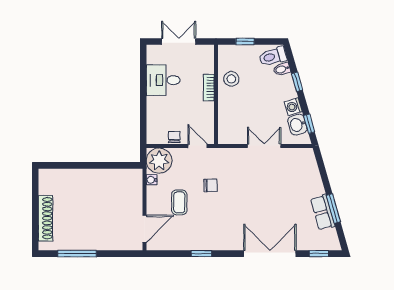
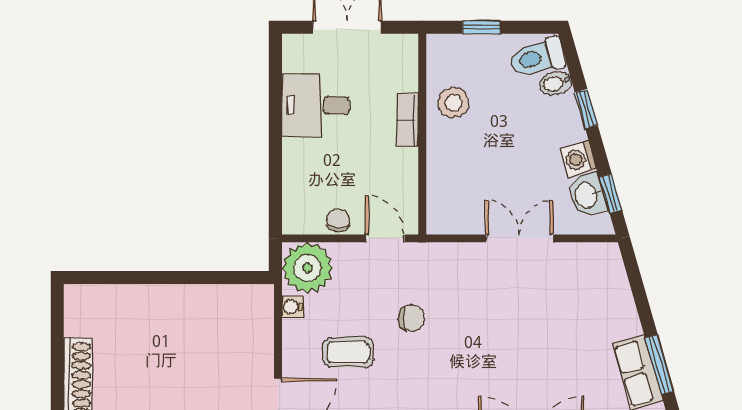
coffee table: (179, 202) -> (348, 352), turned 90

